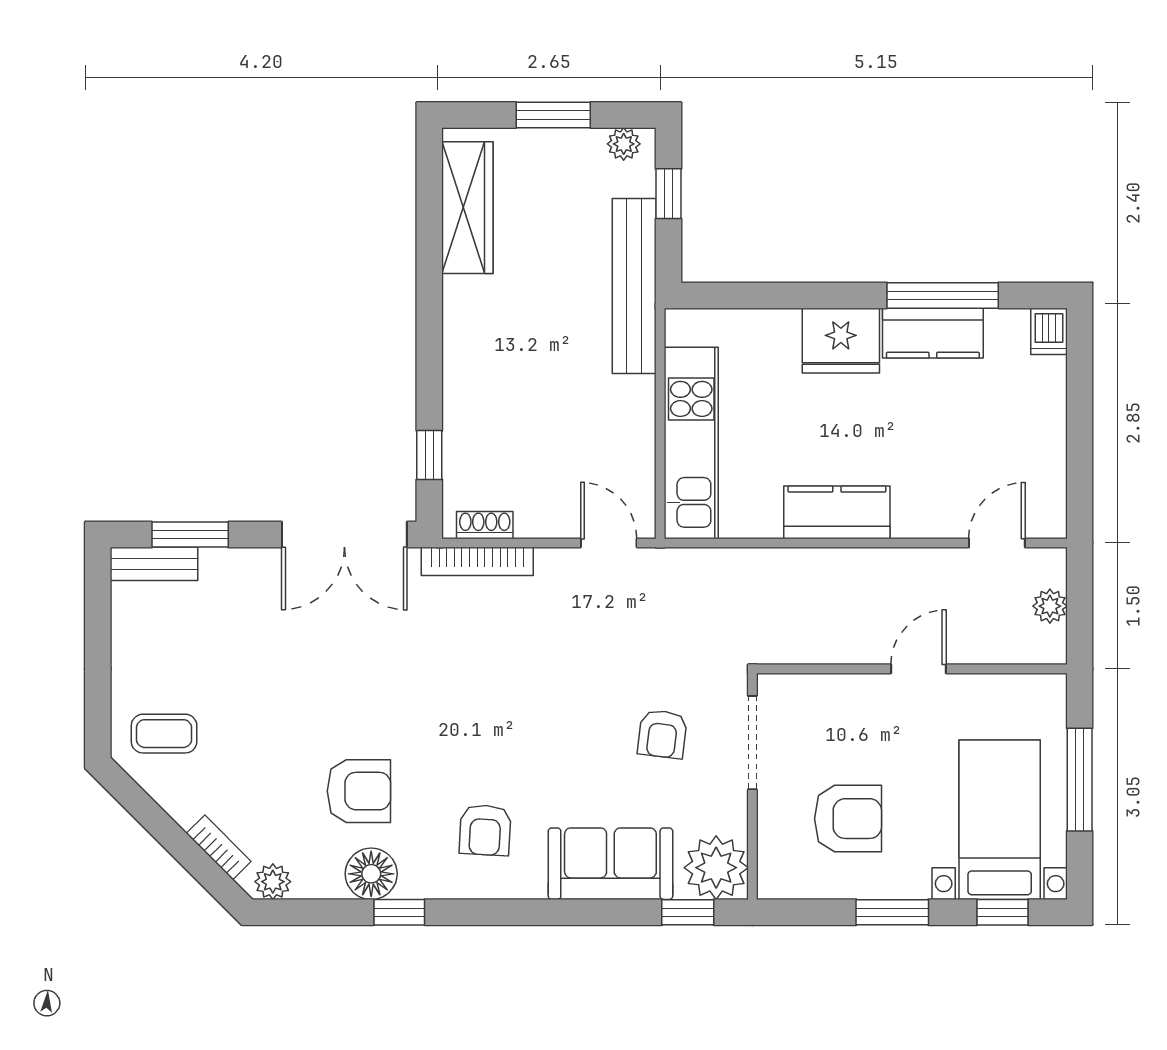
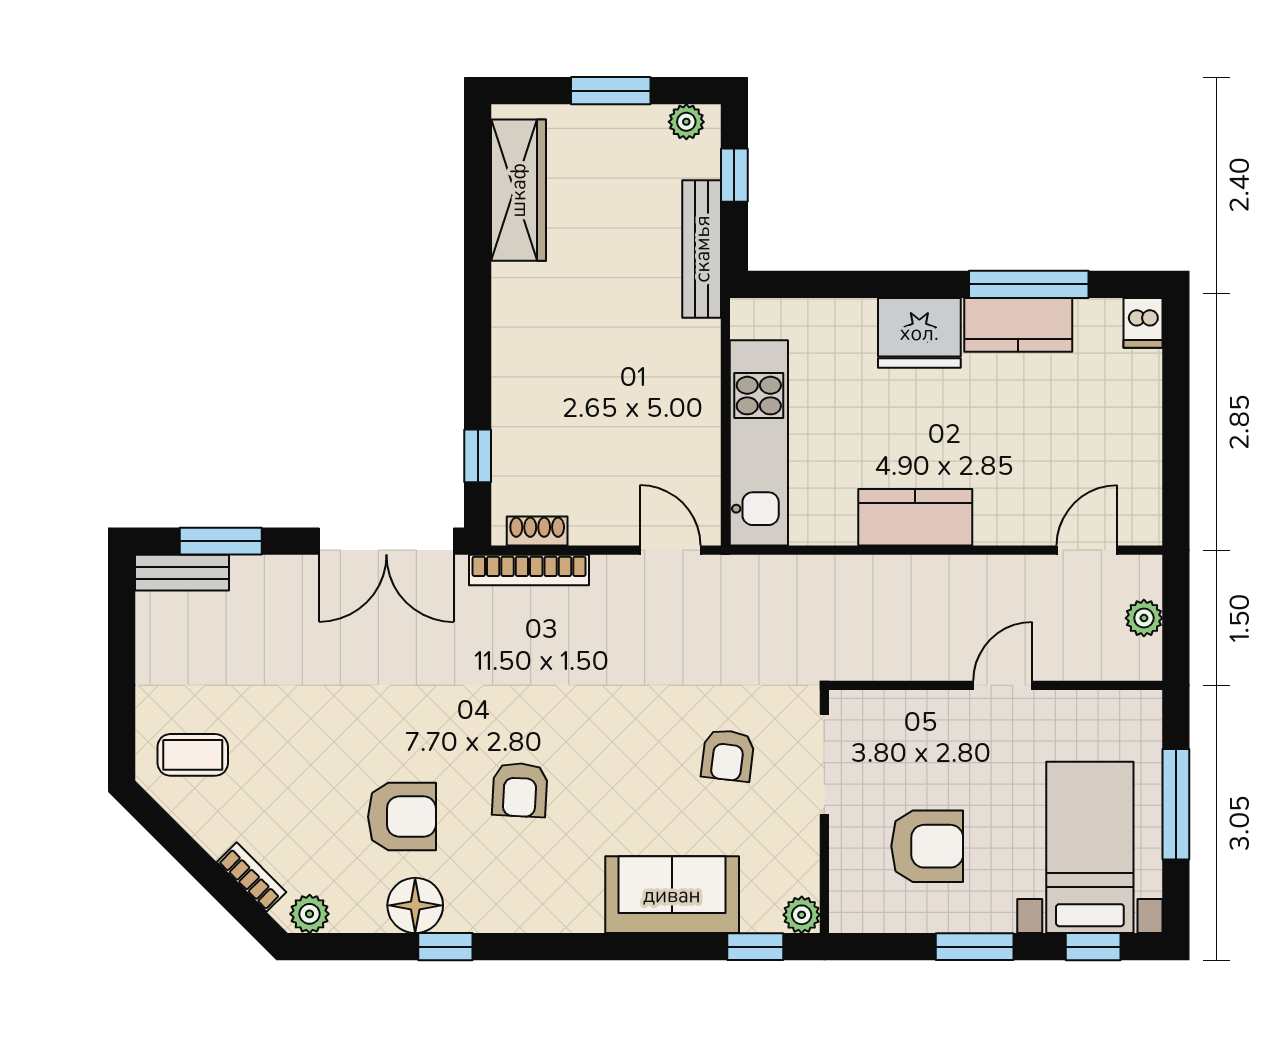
bench: (634, 286) -> (702, 249), width x0.73, depth x0.82
armchair: (485, 830) -> (520, 790), moved
plant: (716, 868) -> (802, 915), width x0.53, depth x0.53

